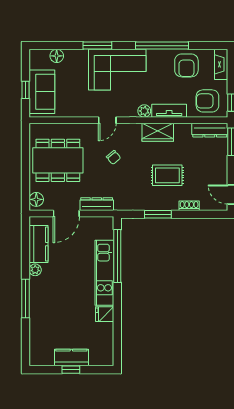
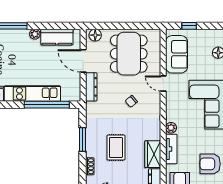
sofa: (42, 92) -> (177, 54), moved, turned -90
door: (107, 120) -> (163, 83), moved
wardrobe: (158, 132) -> (153, 154), moved

